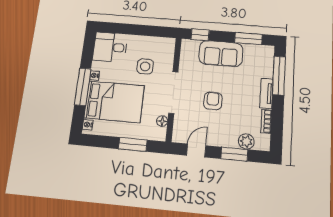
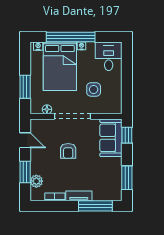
sofa: (221, 54) -> (111, 138), moved
window: (83, 87) -> (71, 37), width x1.46
armchair: (213, 101) -> (68, 151), turned 90

